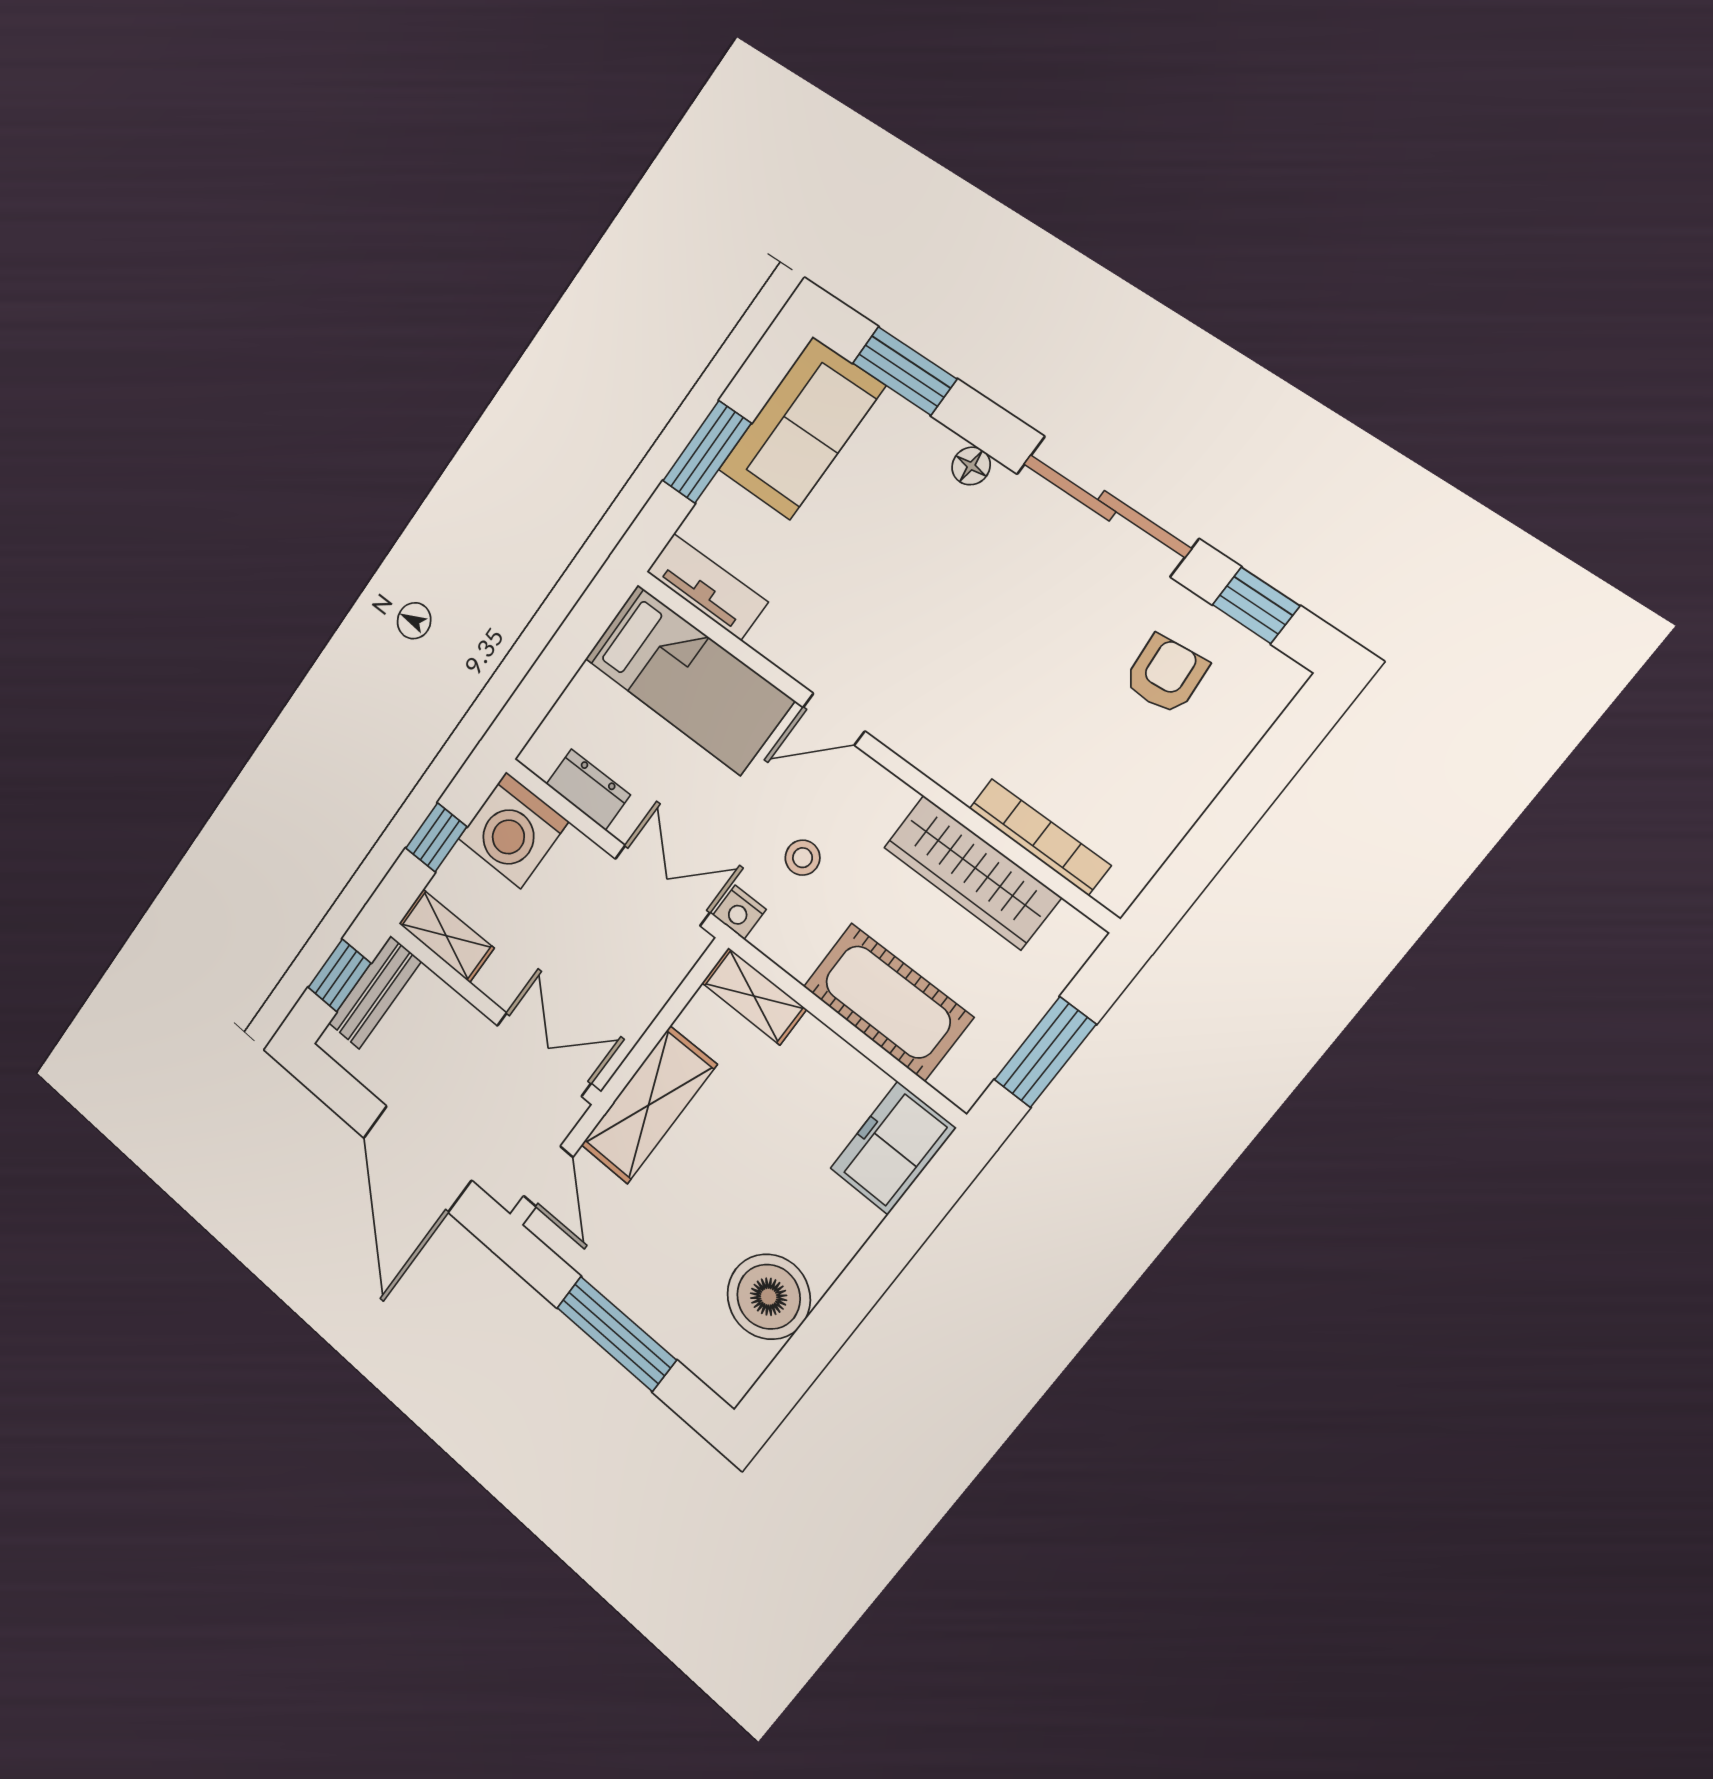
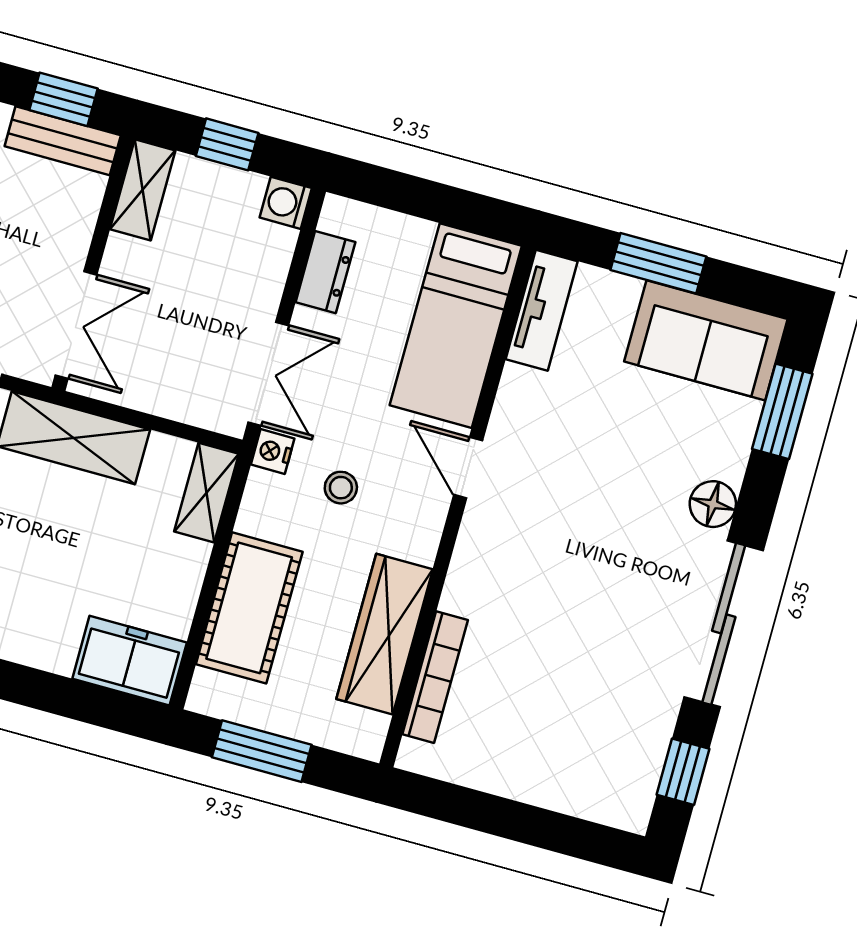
floor lamp: (971, 466) -> (713, 504), width x1.37, depth x1.37
armchair: (1166, 674) -> (603, 724), removed
washing machine: (513, 830) -> (286, 203), width x0.53, depth x0.53

